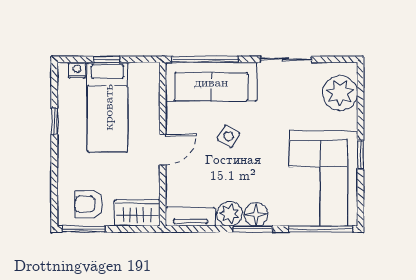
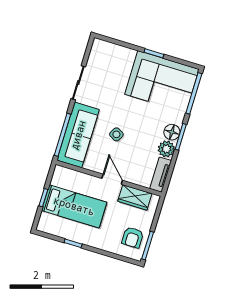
nightstand: (77, 70) -> (45, 219), removed
plant: (340, 93) -> (111, 54), removed
wardrobe: (137, 213) -> (135, 197), moved, turned -90

